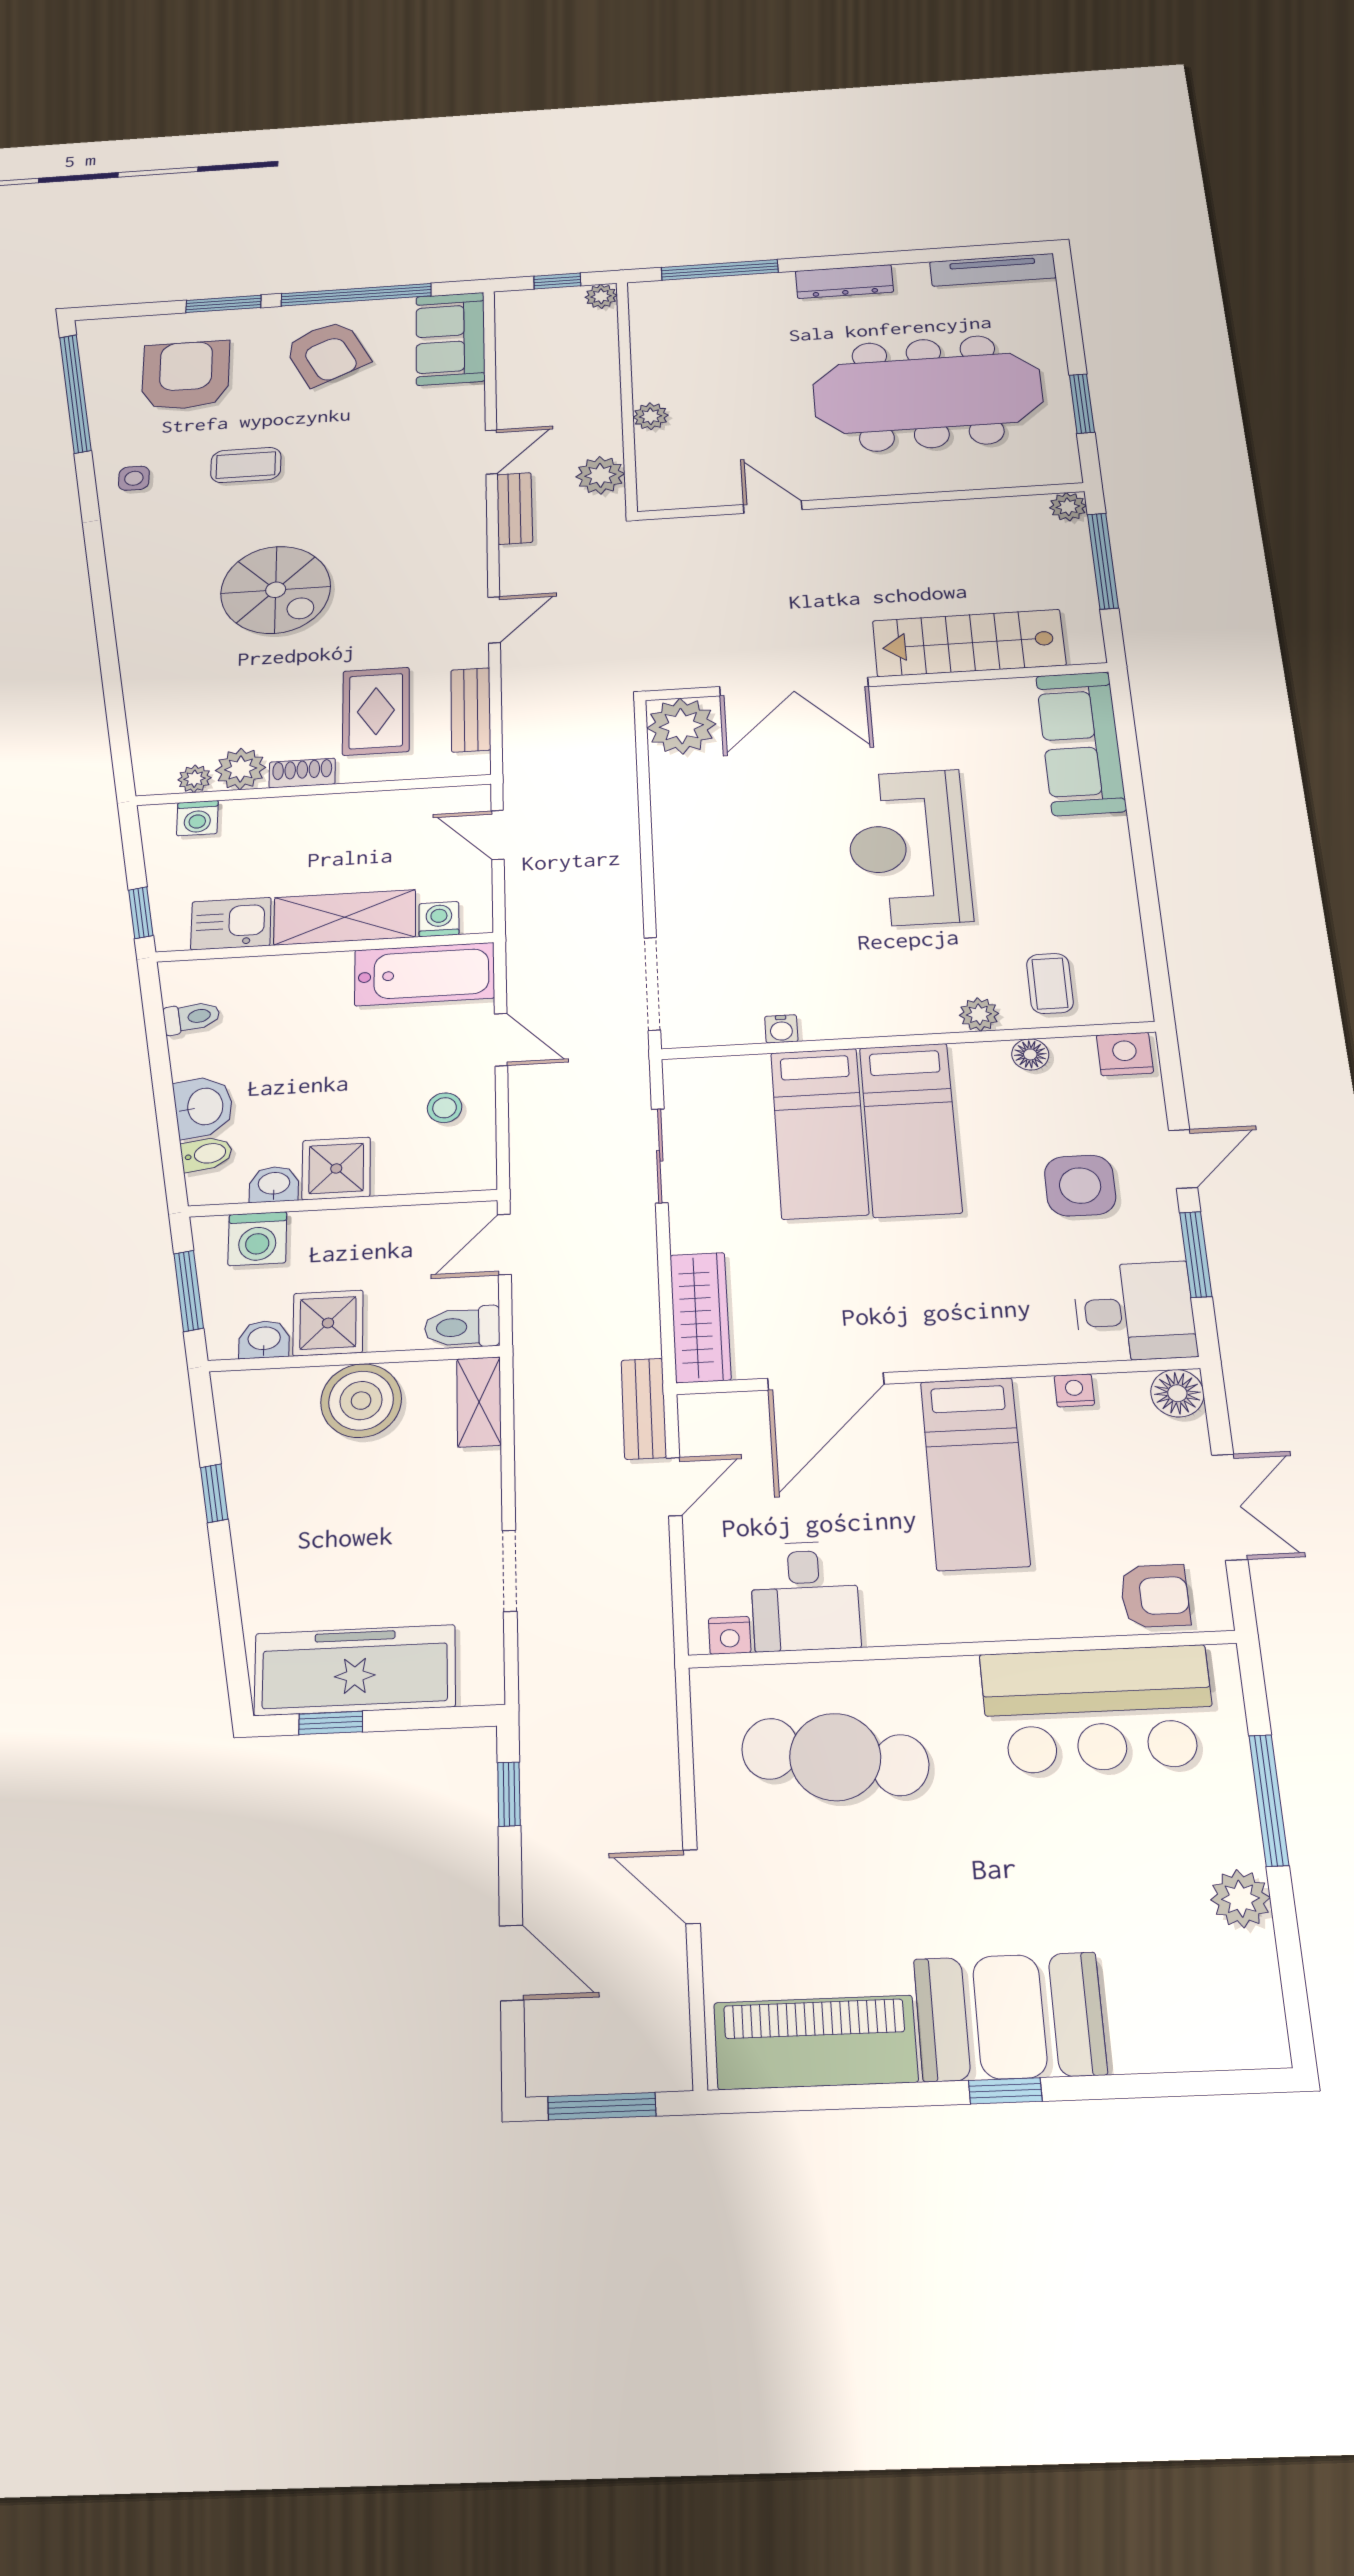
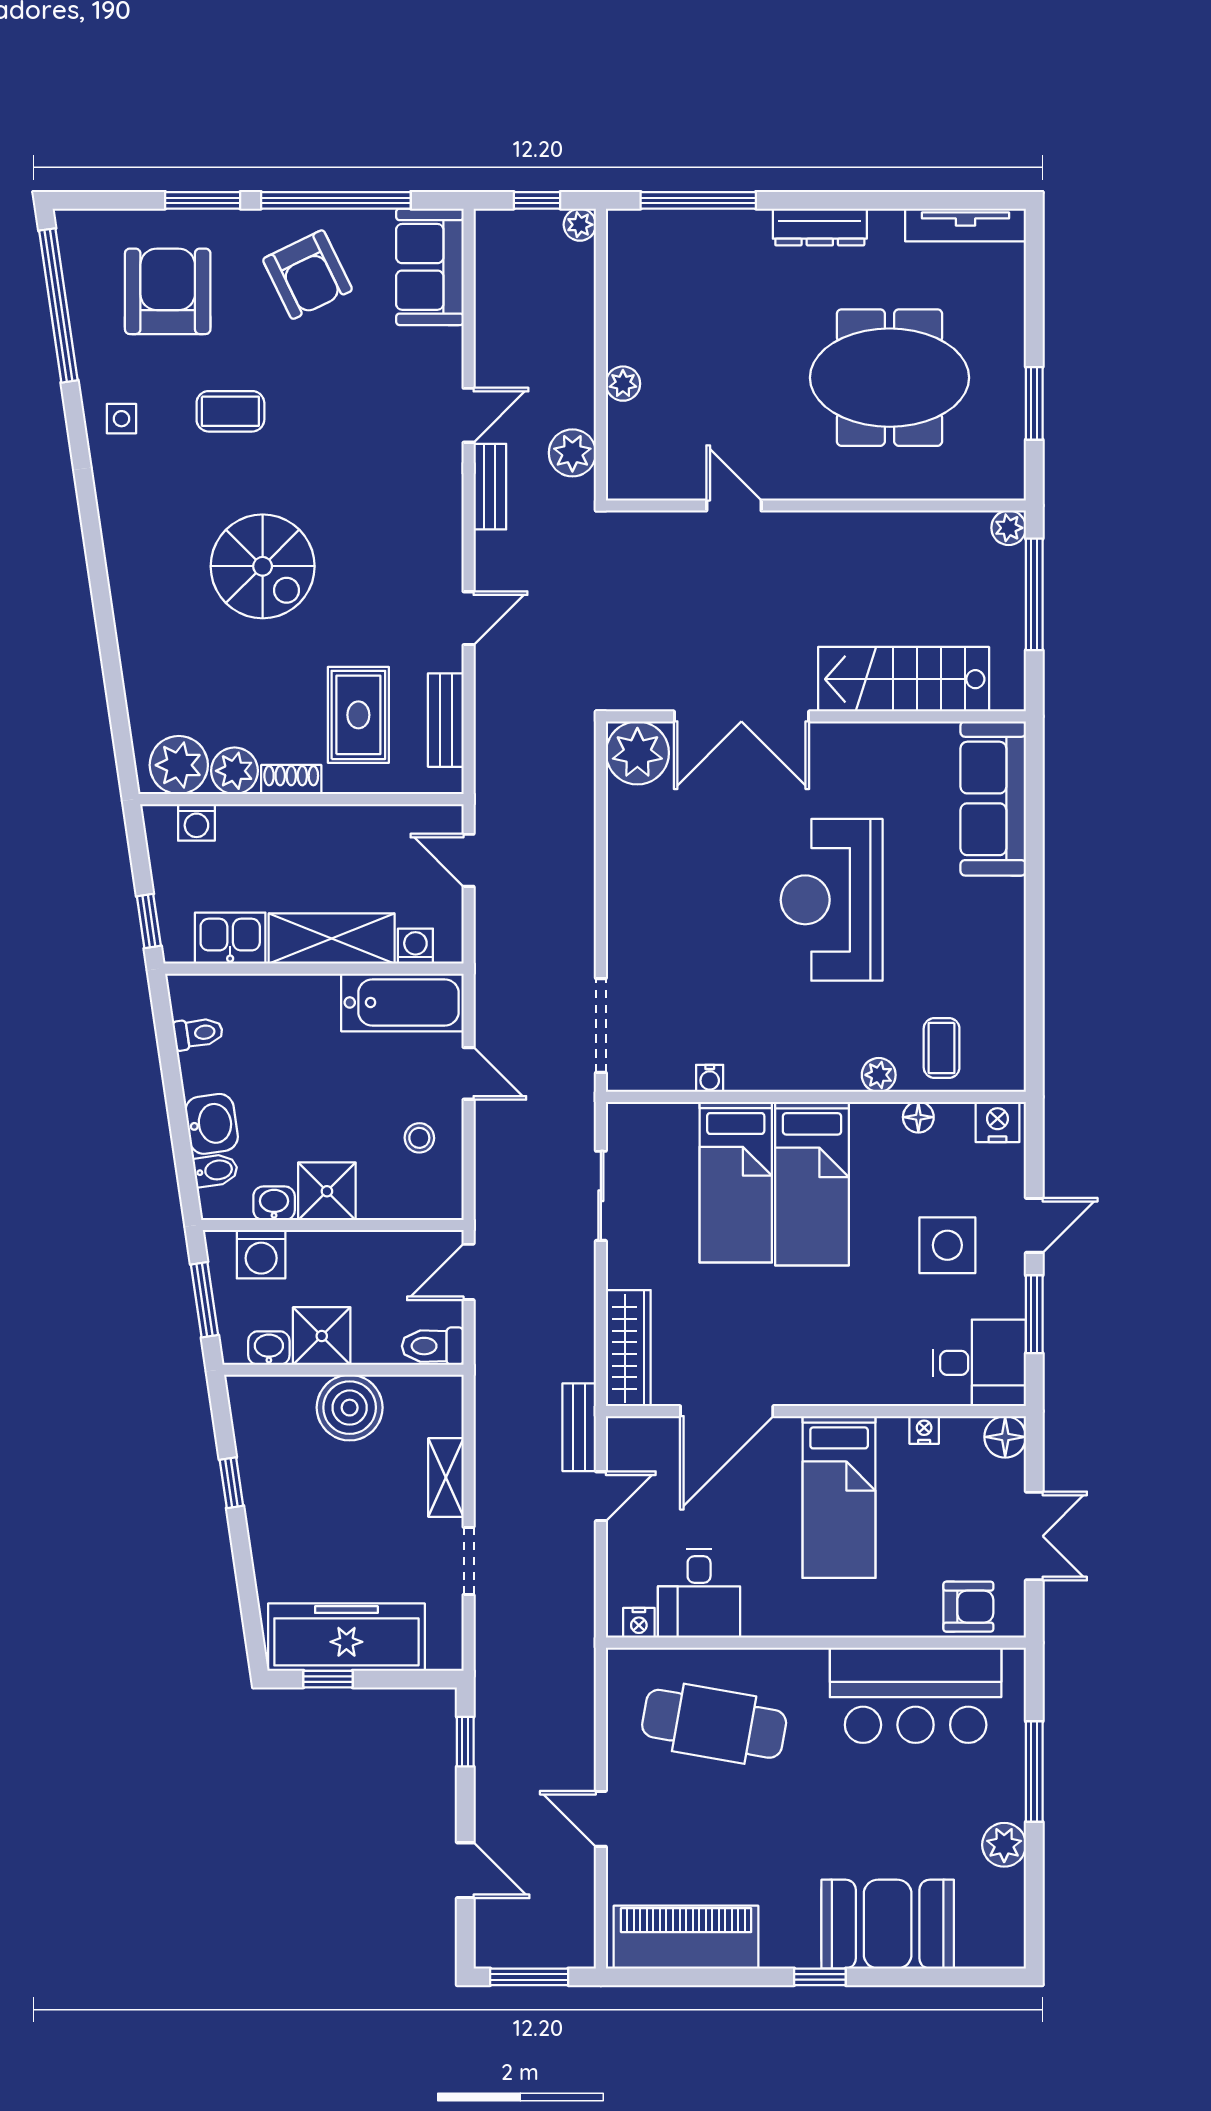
meeting table: (927, 393) -> (889, 378), width x0.73
plant: (194, 779) -> (179, 765), width x1.88, depth x1.88
shelving: (479, 1402) -> (446, 1477), moved
booth: (1010, 2017) -> (888, 1924), moved

